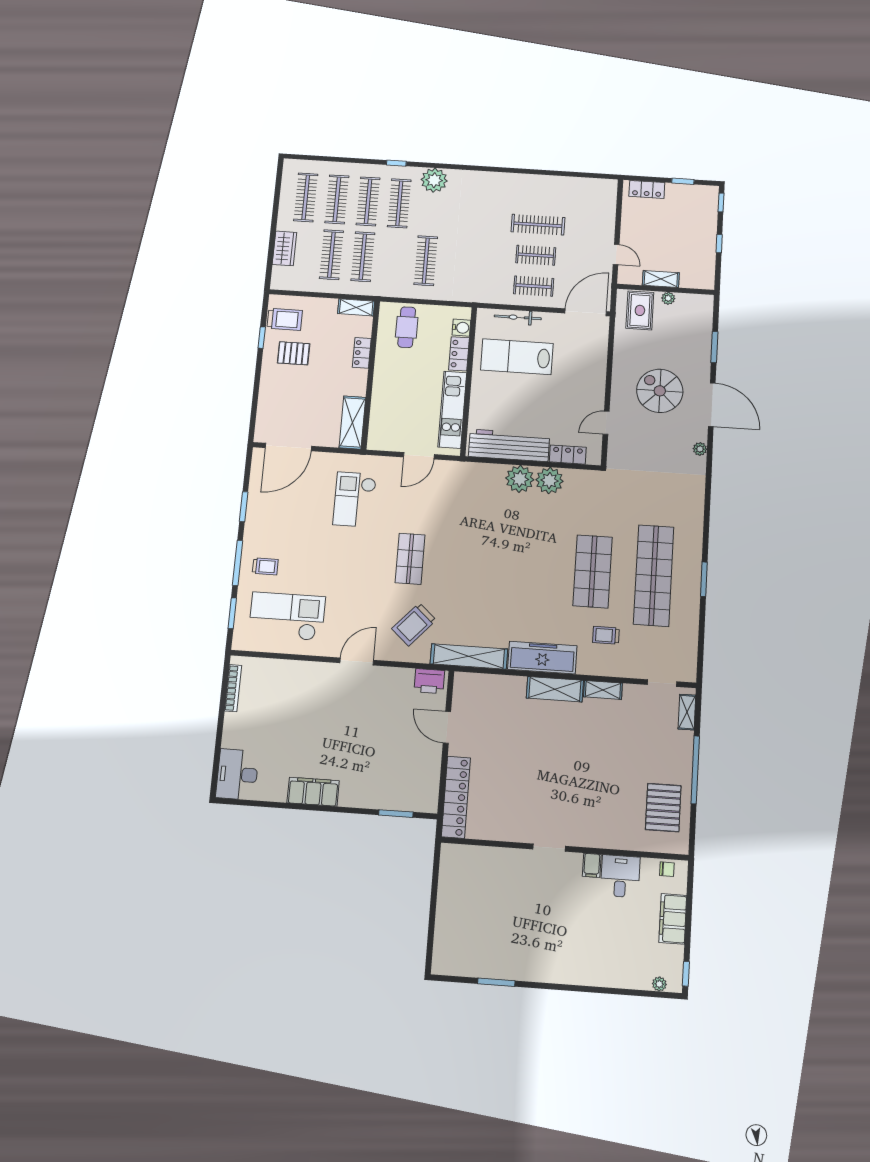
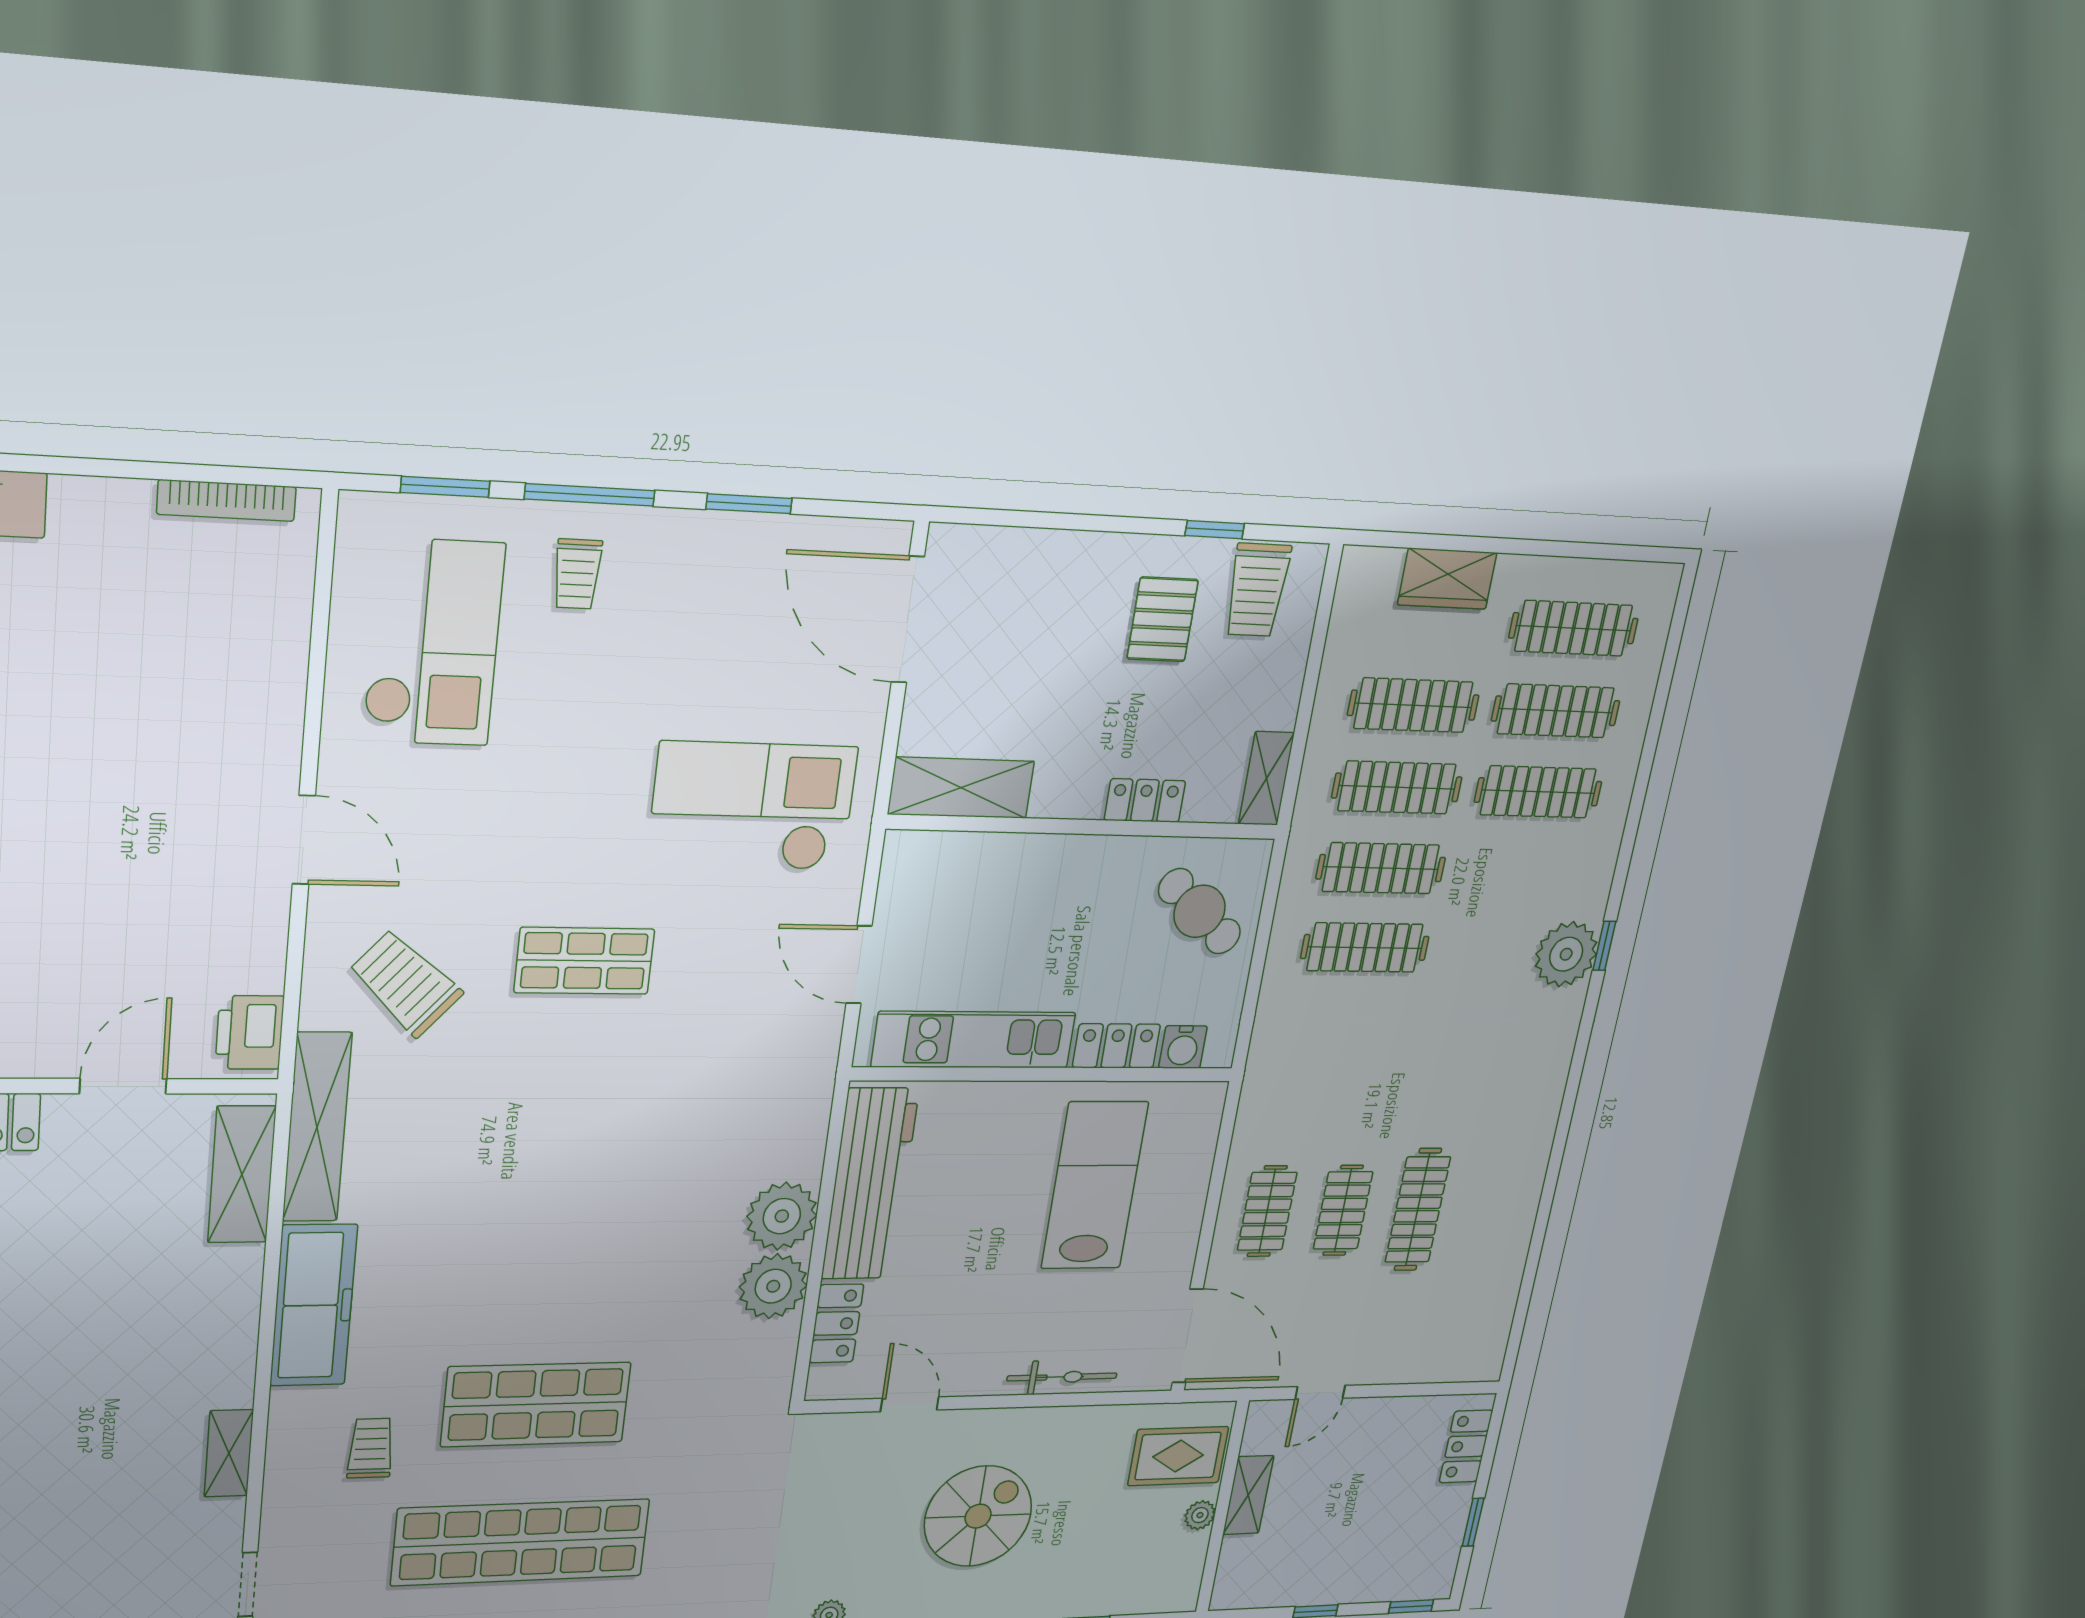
window: (396, 163) -> (1604, 946), moved
clothes rail: (399, 203) -> (1381, 868), moved
bicycle: (518, 317) -> (1062, 1377), moved, turned 90
cafe table: (407, 327) -> (1199, 911), turned 40
checkout: (355, 499) -> (752, 806), width x1.36, depth x1.21
shelving: (555, 689) -> (242, 1174), moved

